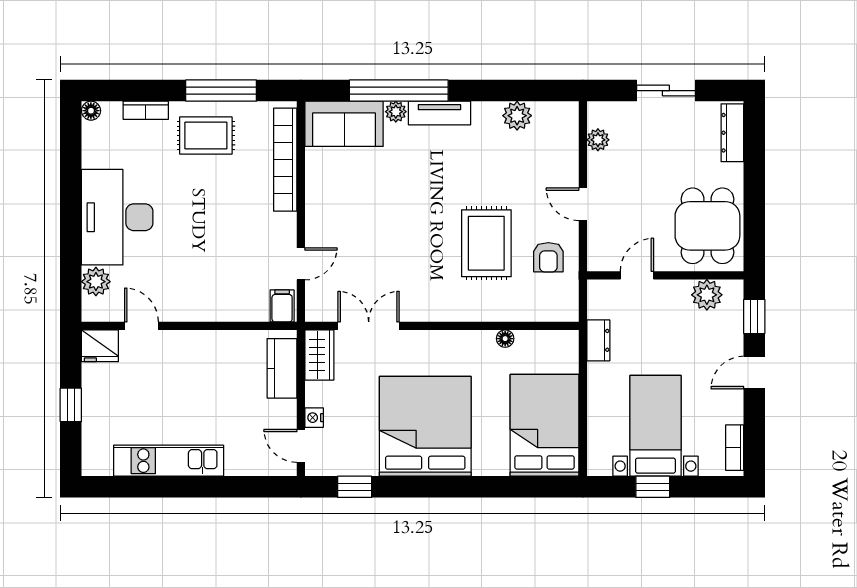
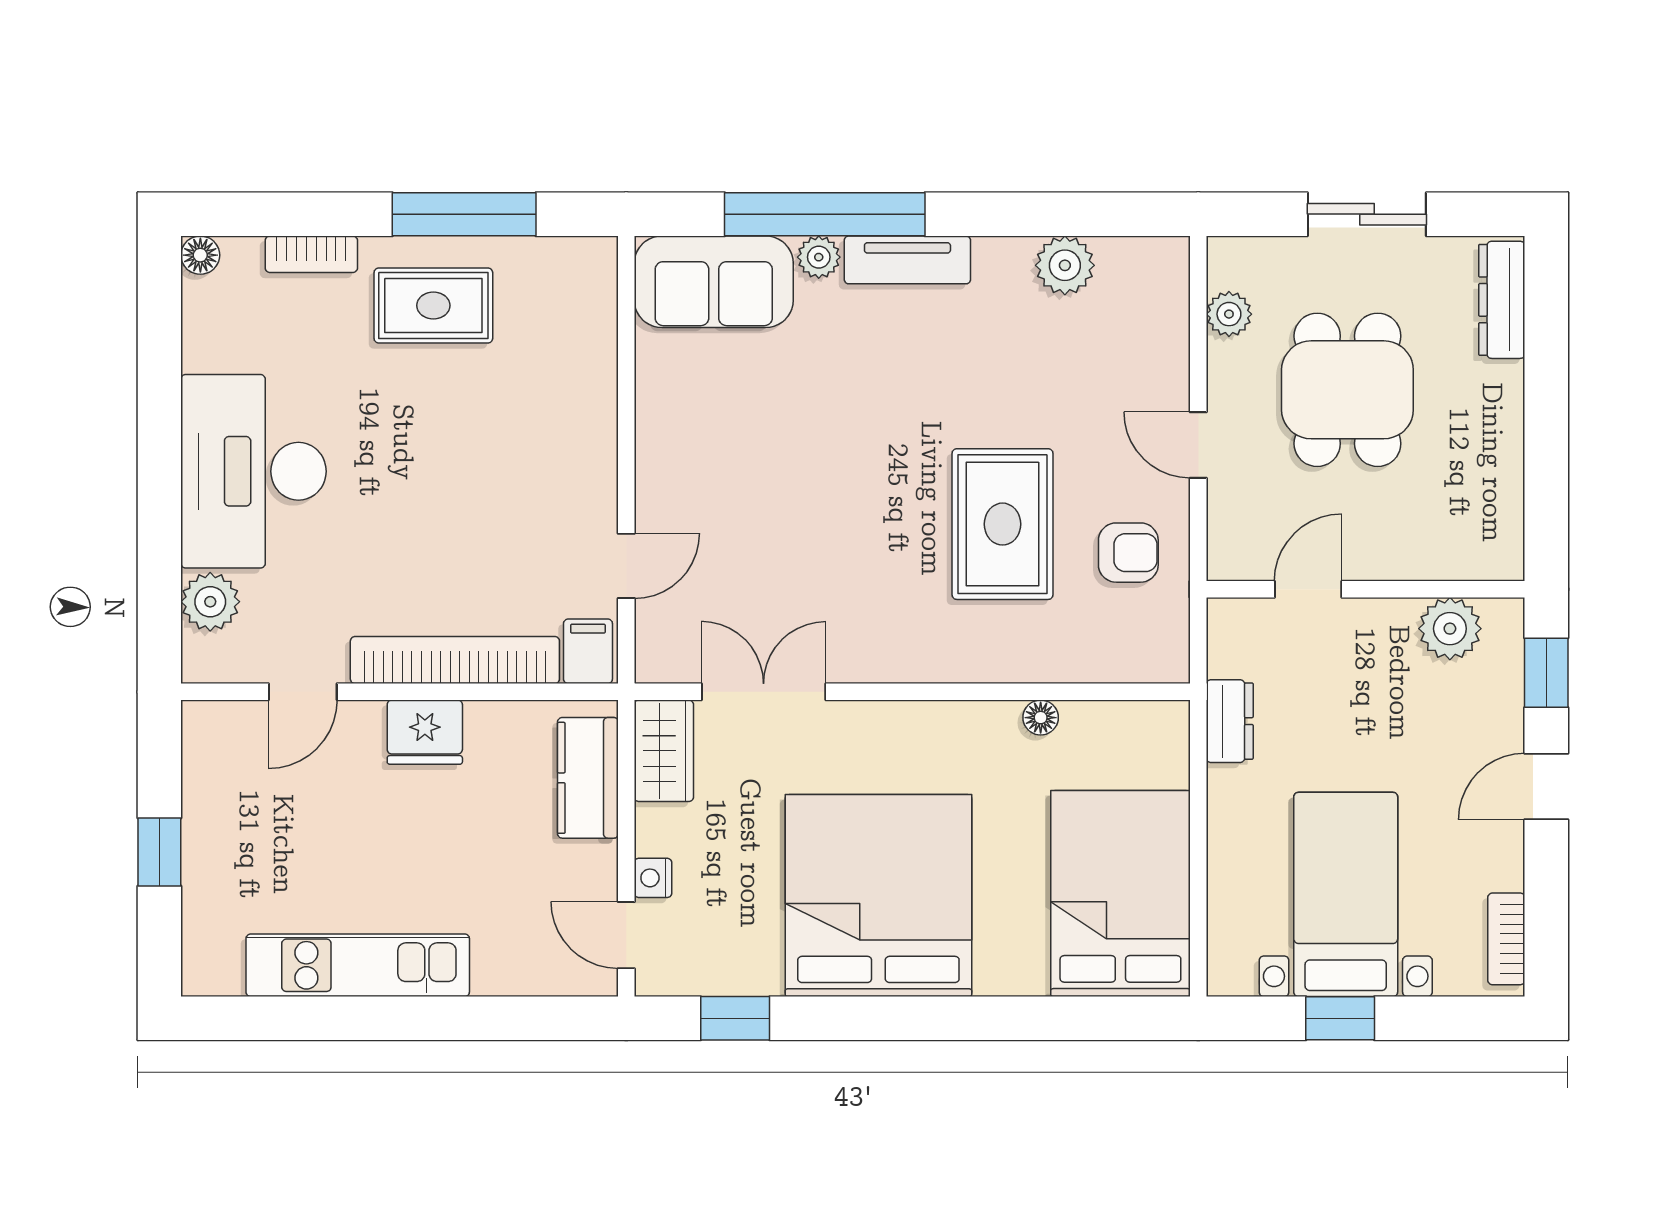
bookcase: (285, 160) -> (455, 660), moved, turned 90
dining table: (707, 226) -> (1347, 390), moved
armchair: (548, 257) -> (1128, 553), turned -90
door: (141, 326) -> (303, 692), swing flipped
fridge: (100, 346) -> (425, 732), moved

